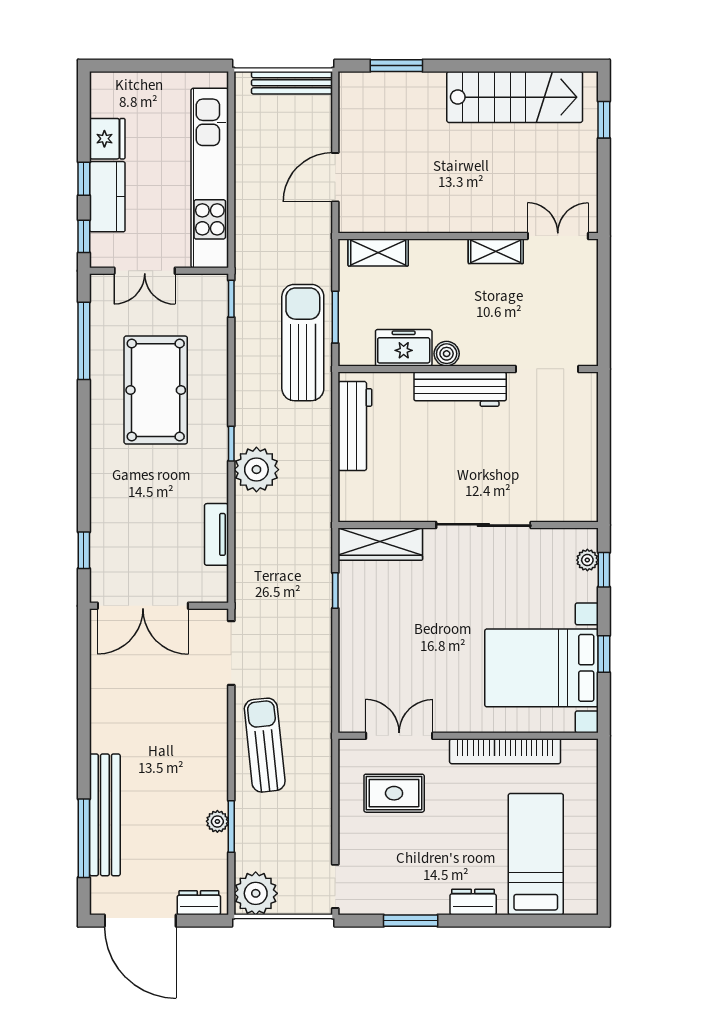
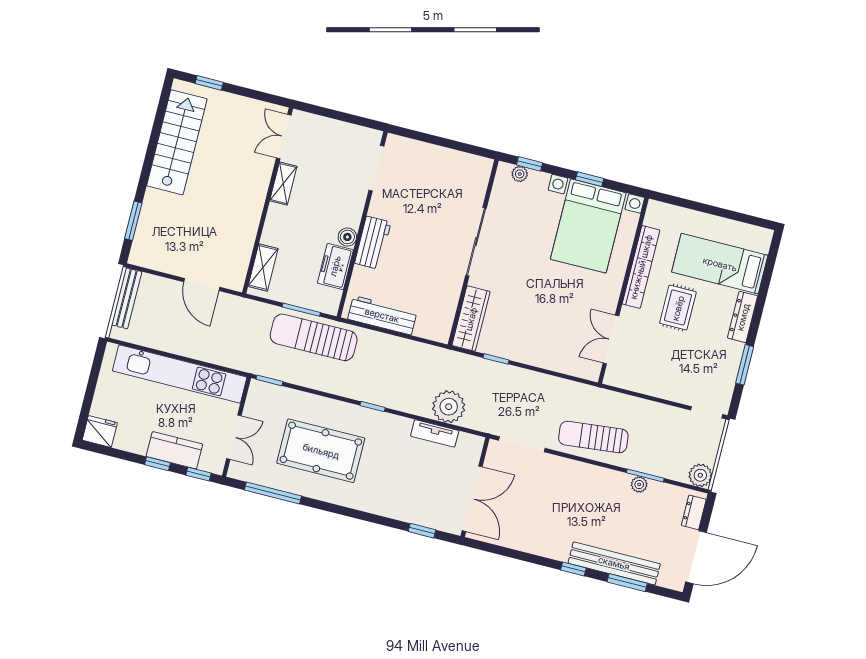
fridge: (107, 139) -> (100, 431), moved
workbench: (460, 389) -> (373, 243), width x0.73
plant: (256, 470) -> (449, 407), moved
window: (84, 763) -> (573, 569), added
rug: (394, 793) -> (678, 308), moved
window: (84, 838) -> (627, 583), width x0.69
plant: (256, 893) -> (700, 475), width x0.73, depth x0.73
dresser: (473, 902) -> (743, 317), width x1.44

